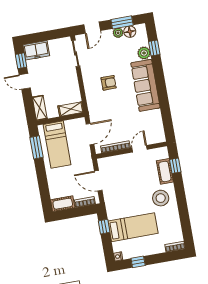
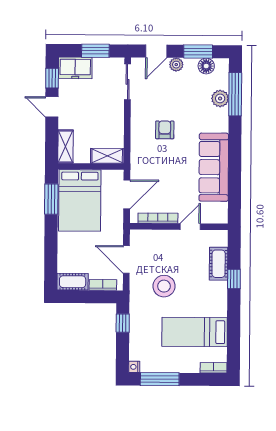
plant: (118, 33) -> (176, 65), moved
window: (48, 35) -> (95, 51), added
window: (154, 48) -> (235, 94), width x2.17
armchair: (109, 83) -> (165, 130), turned -90
sofa: (145, 85) -> (214, 167), moved
bed: (57, 145) -> (80, 200), width x1.50
window: (175, 166) -> (234, 279), moved
stool: (161, 198) -> (164, 286), moved
bed: (133, 227) -> (195, 332), moved, turned 180
window: (138, 262) -> (160, 379), width x2.17

